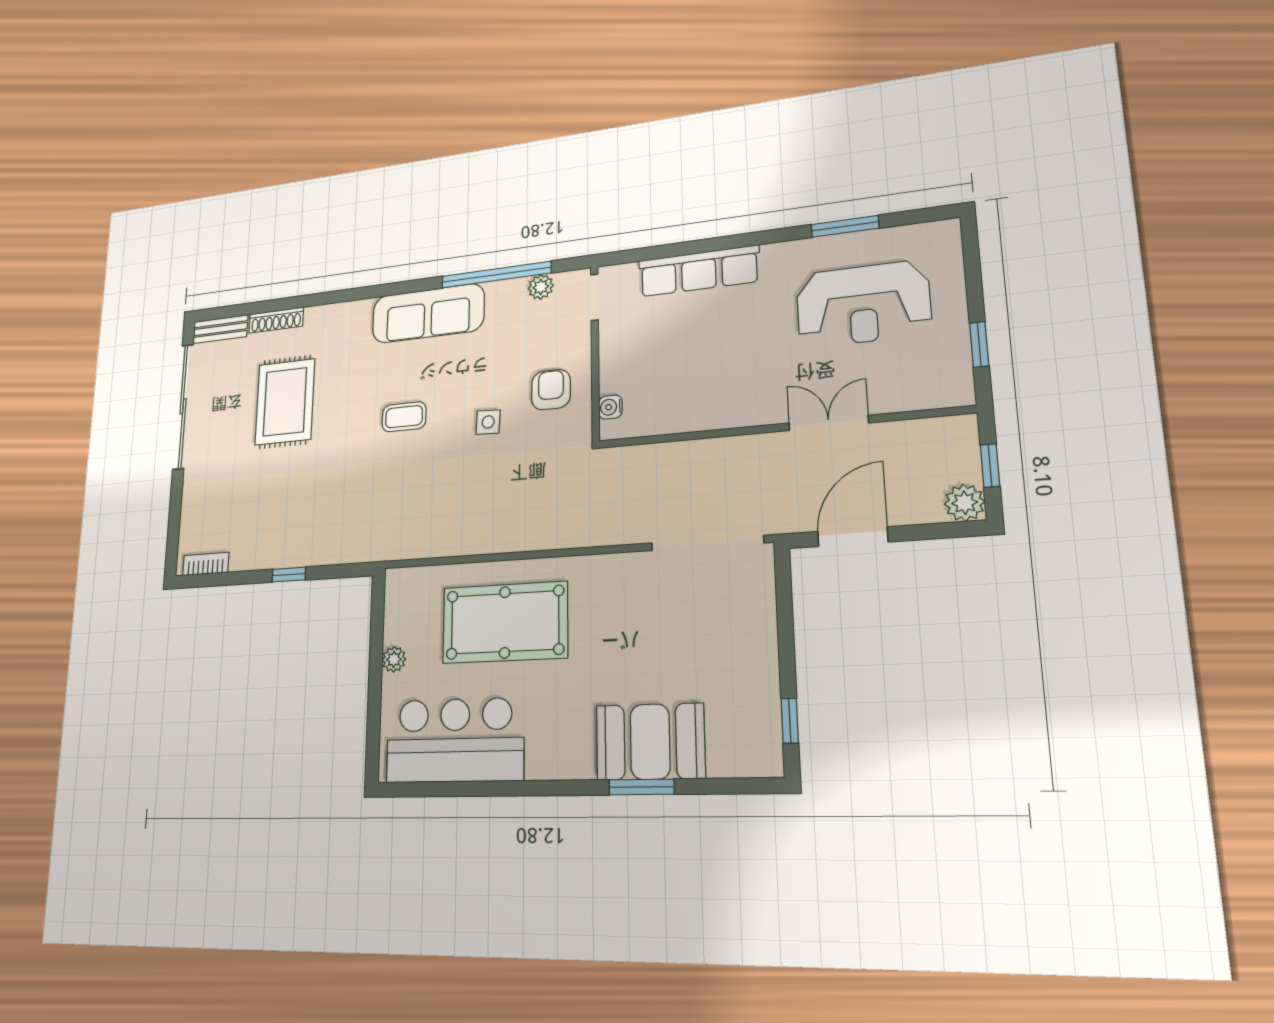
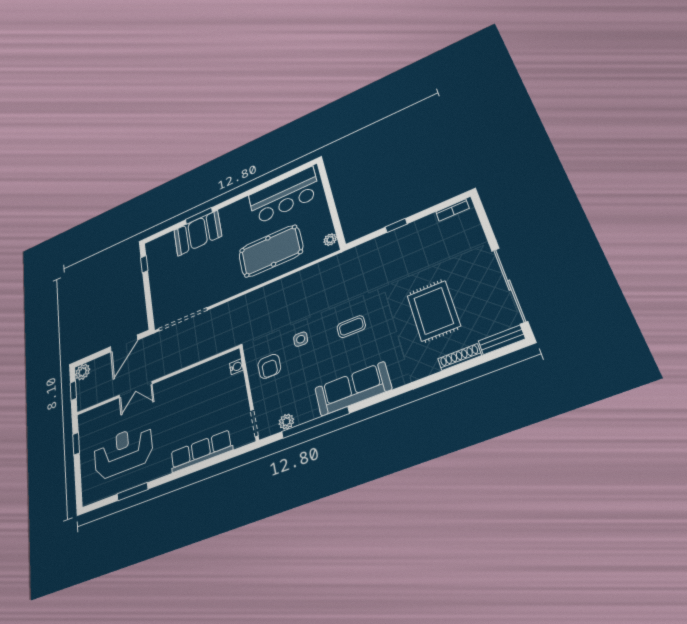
plant: (394, 659) -> (330, 240), moved

